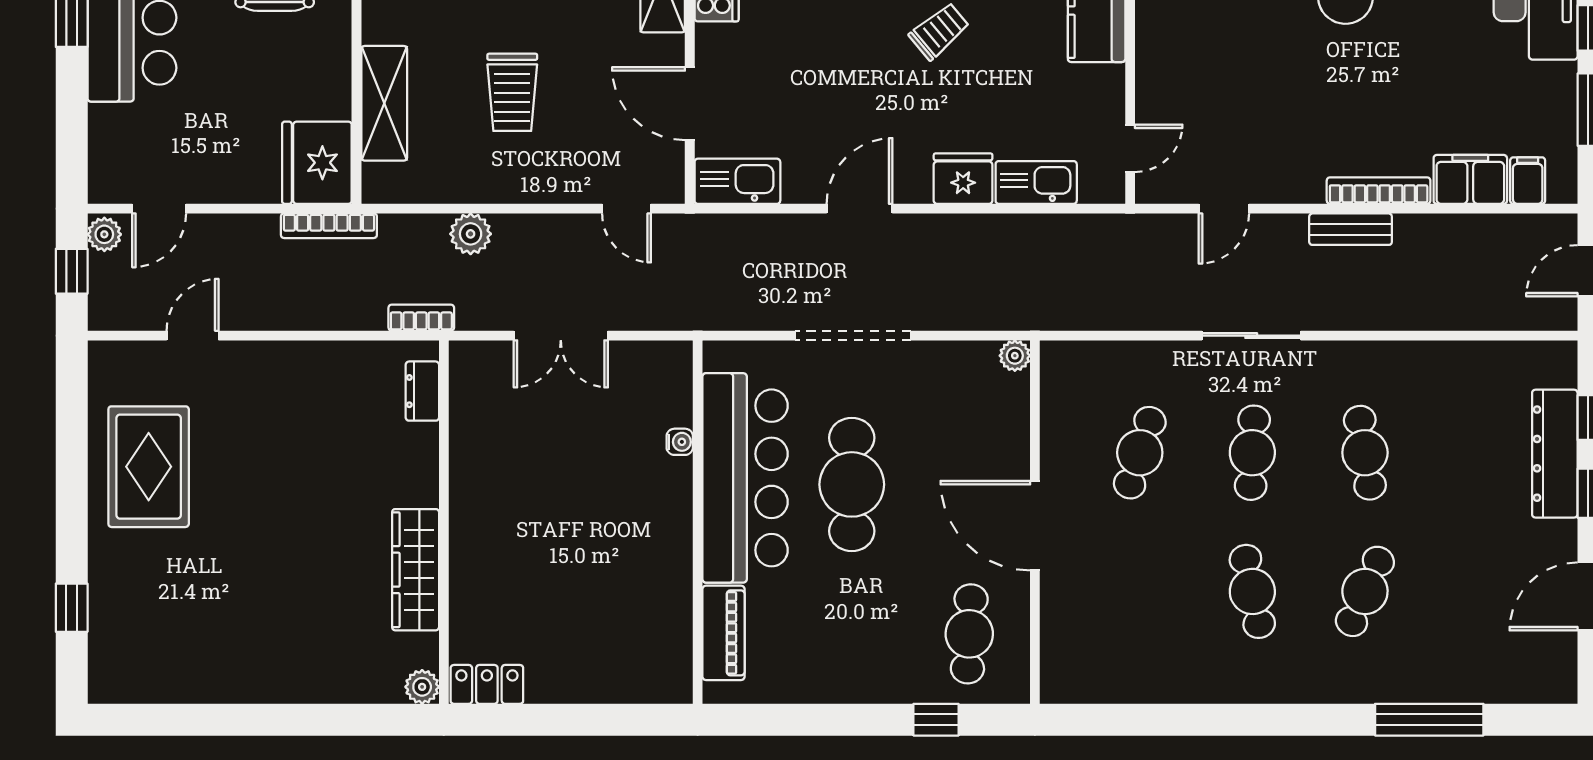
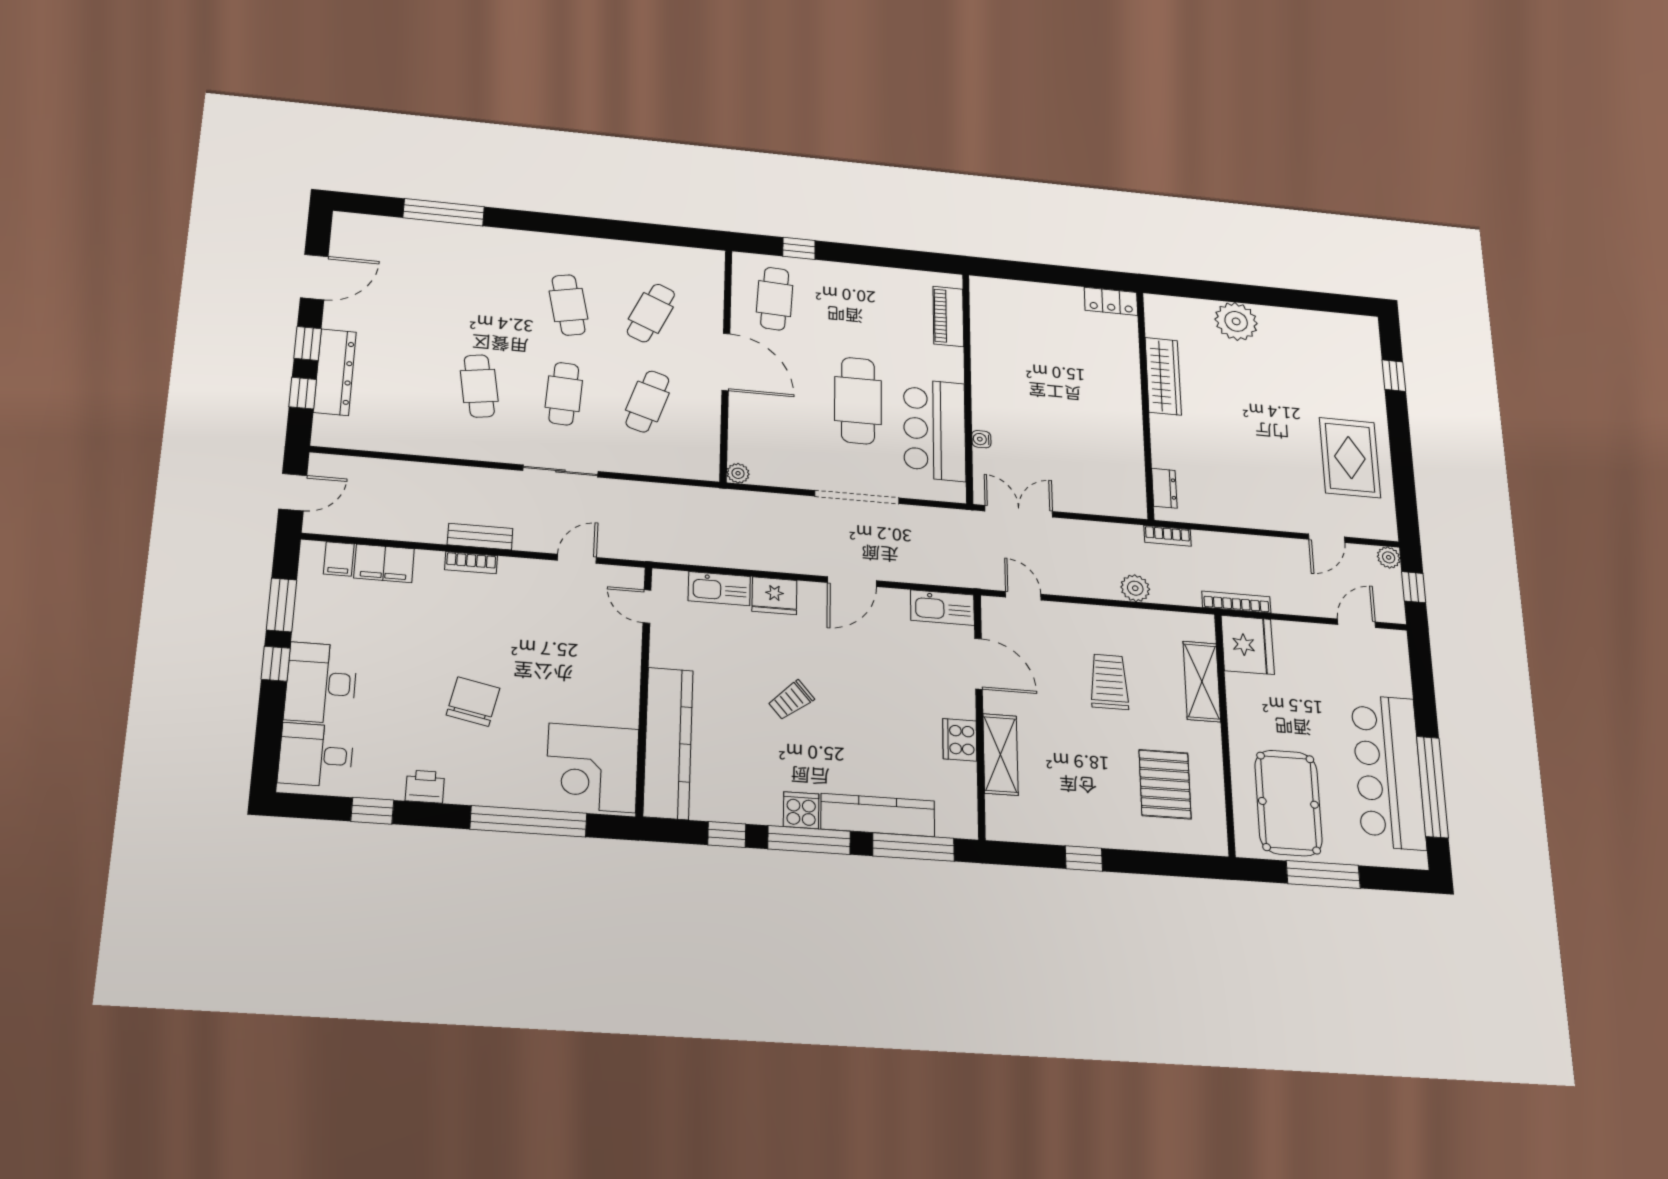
door: (1130, 148) -> (647, 606), hinge flipped
bookcase: (1379, 191) -> (471, 563), width x0.64
plant: (104, 234) -> (1389, 557), moved
double door: (561, 336) -> (1019, 511), moved
bar counter: (745, 478) -> (935, 430), width x0.73
cafe table: (1365, 591) -> (651, 313), moved
plant: (422, 687) -> (1236, 321), moved, width x1.87, depth x1.87

